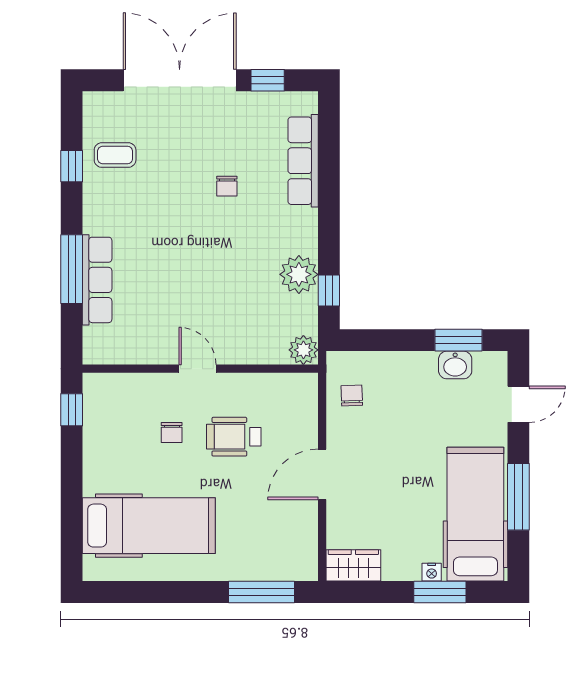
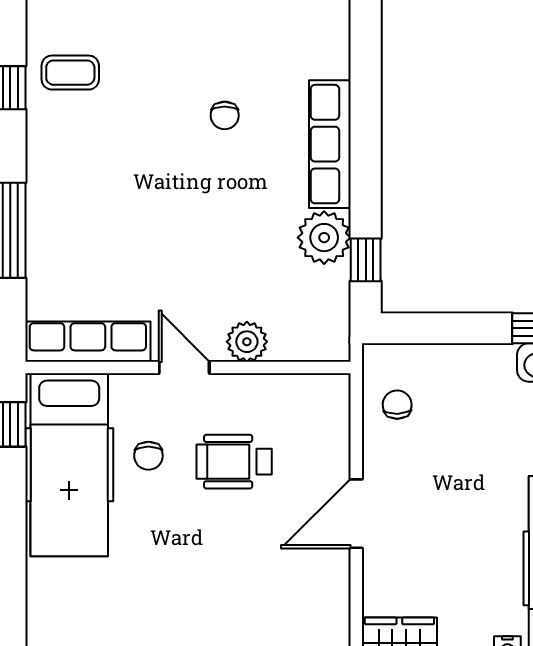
row of seats: (303, 161) -> (330, 144), moved
row of seats: (97, 280) -> (88, 342), moved, turned -90
plant: (303, 350) -> (247, 342), moved
hospital bed: (149, 526) -> (69, 465), moved, turned 90

